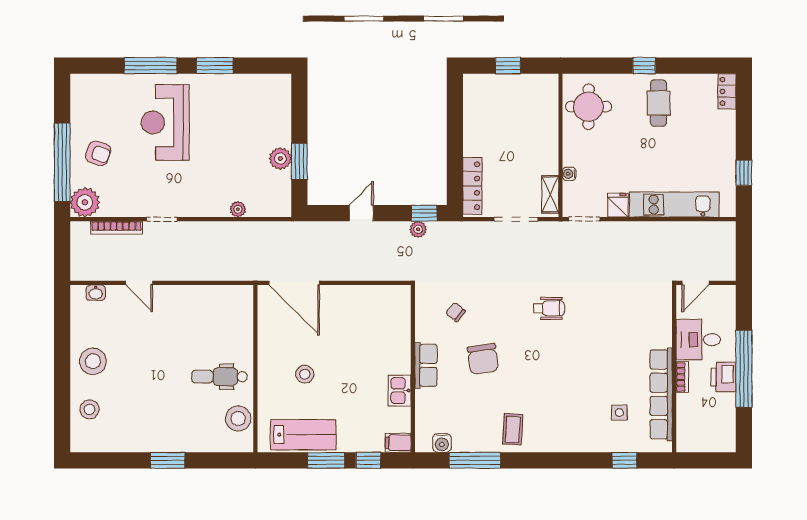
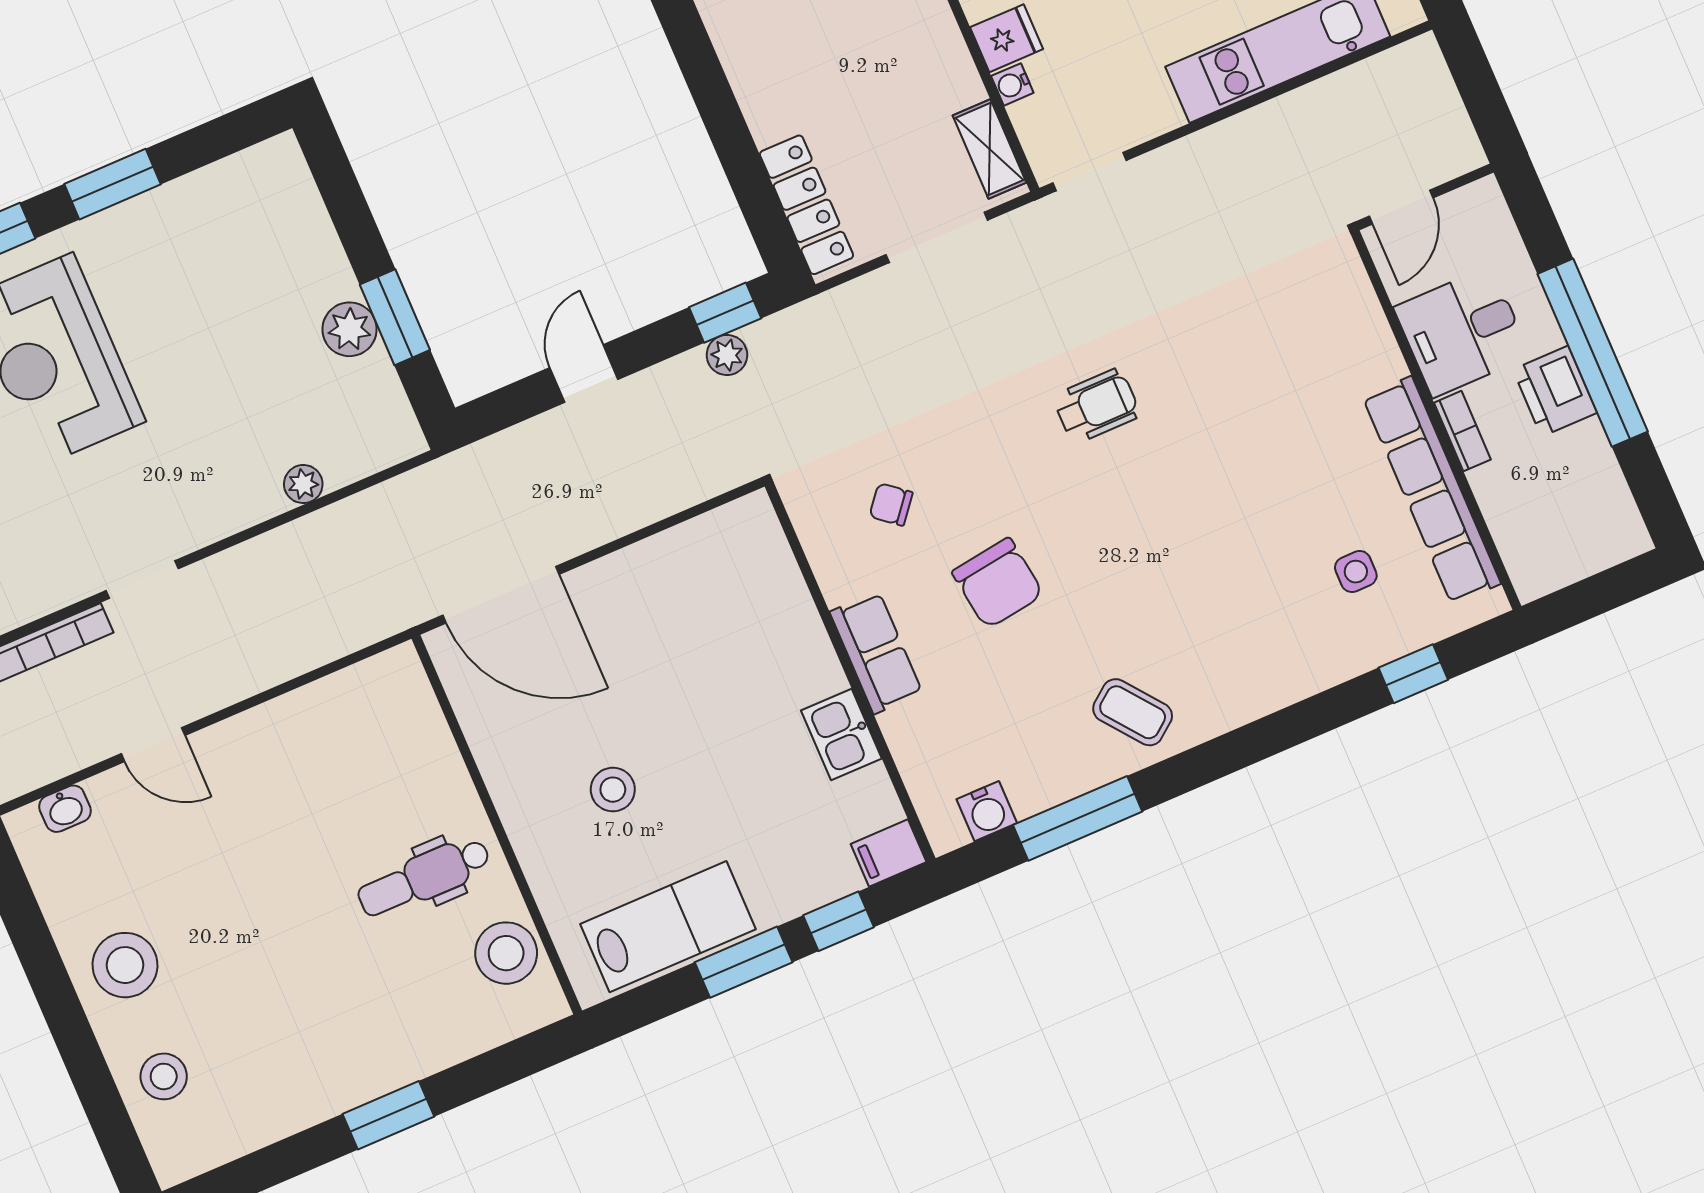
fridge: (618, 205) -> (1007, 38), moved, turned 90
coffee table: (513, 429) -> (1133, 712), turned -41

